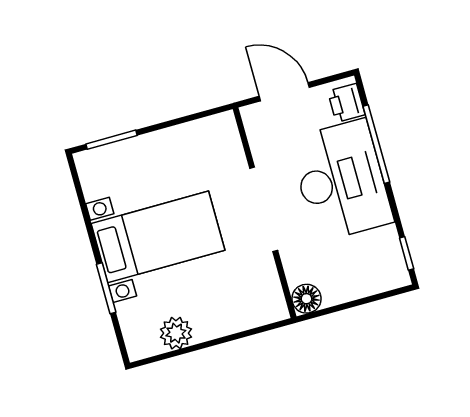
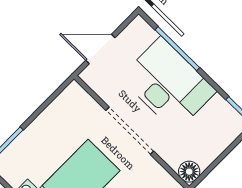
printer: (346, 103) -> (143, 33), removed

